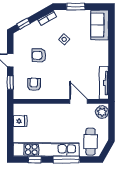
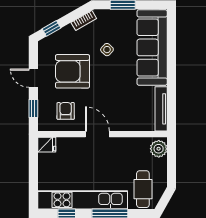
sofa: (100, 25) -> (152, 47), width x1.85, depth x1.27
armchair: (39, 55) -> (72, 71), width x1.88, depth x1.88
door: (79, 101) -> (97, 134), moved
fridge: (20, 121) -> (47, 145), moved

